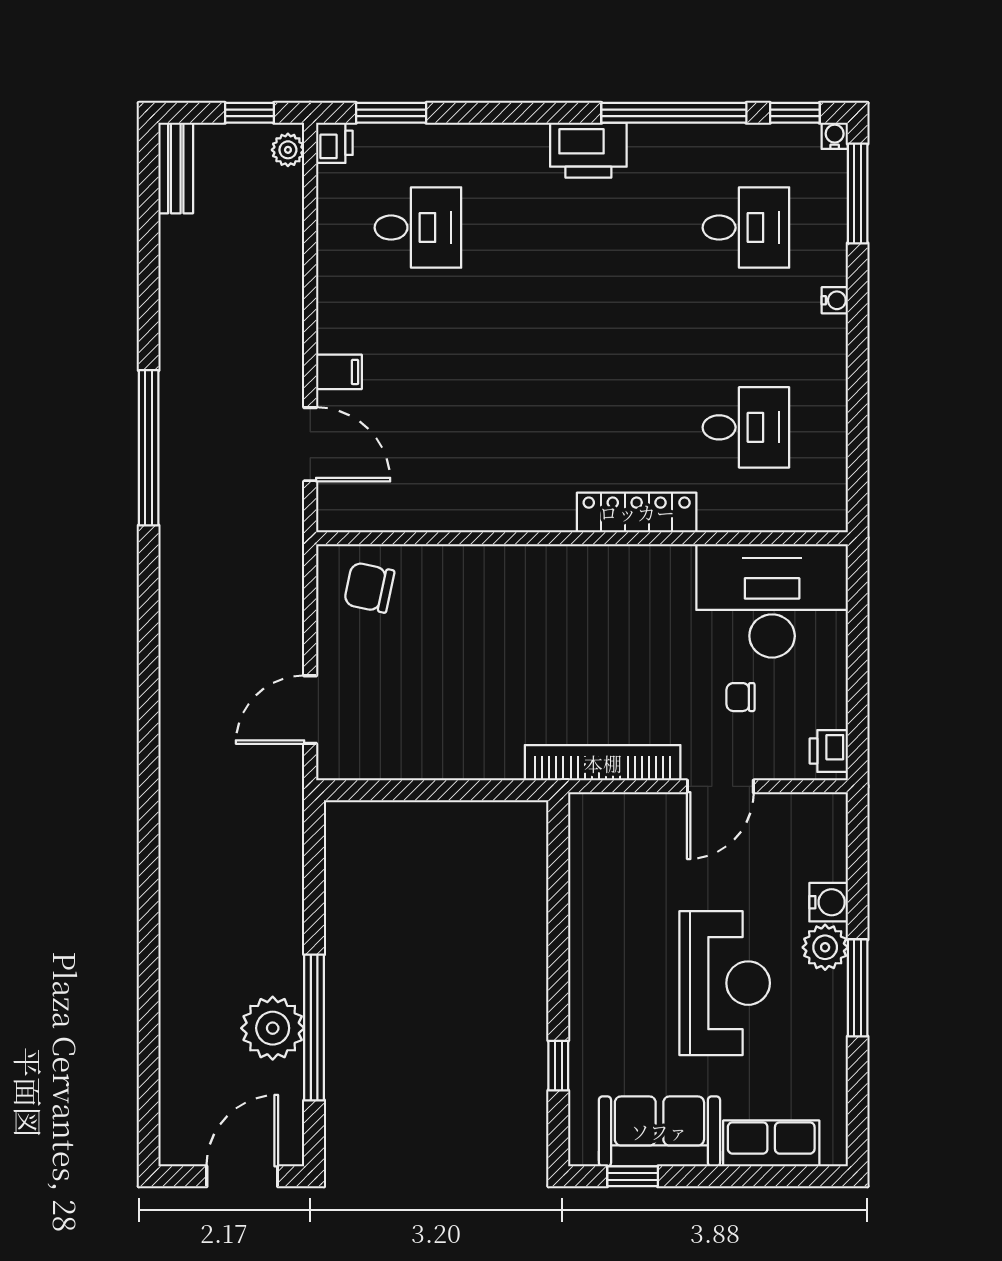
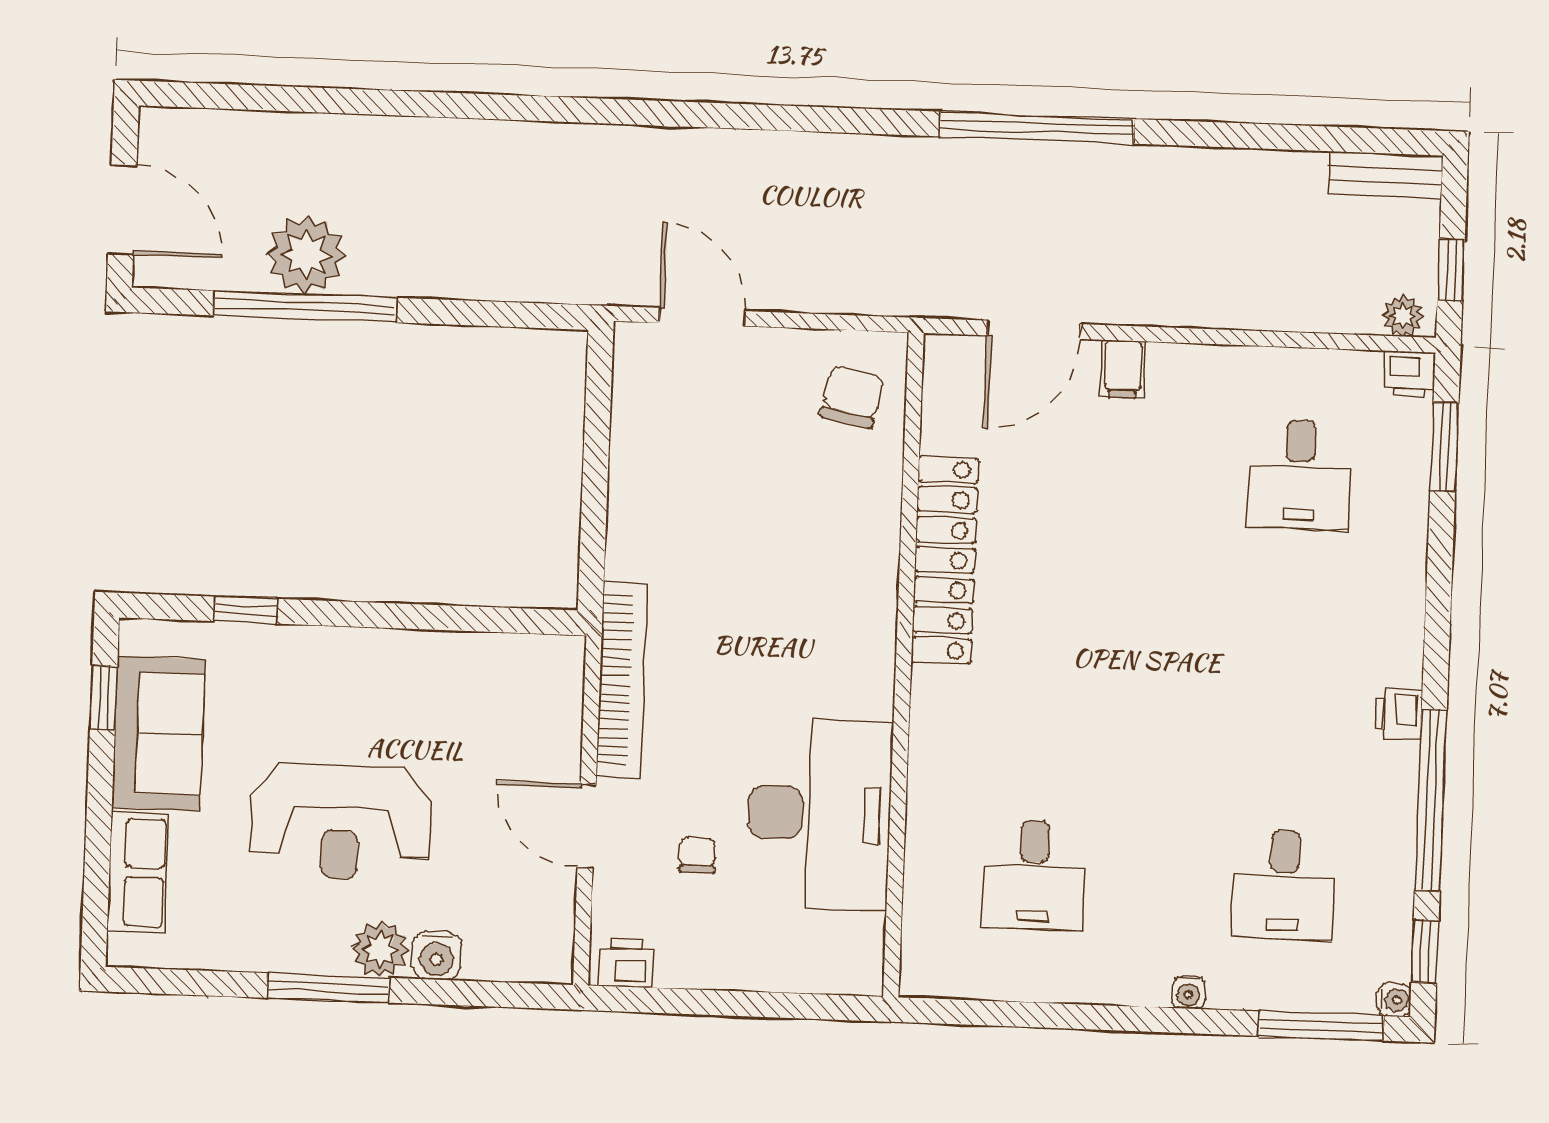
printer: (588, 150) -> (1398, 714), width x0.53, depth x0.68
locker: (637, 512) -> (945, 560), moved, width x1.41, depth x1.21
desk: (772, 601) -> (819, 814), moved

